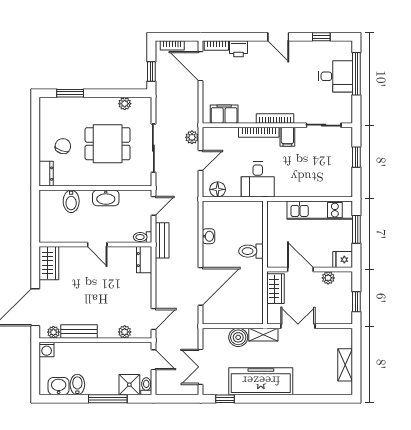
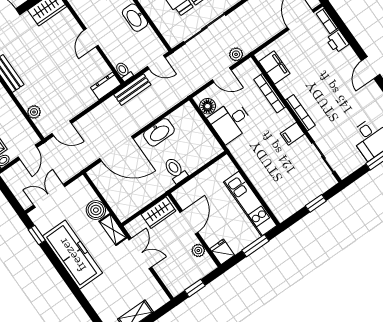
bookcase: (259, 132) -> (270, 93), moved
desk: (258, 180) -> (231, 122), moved
washbasin: (209, 236) -> (159, 132), width x1.91, depth x1.45

